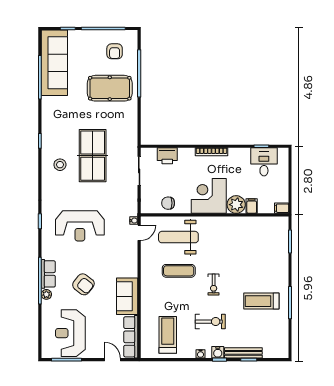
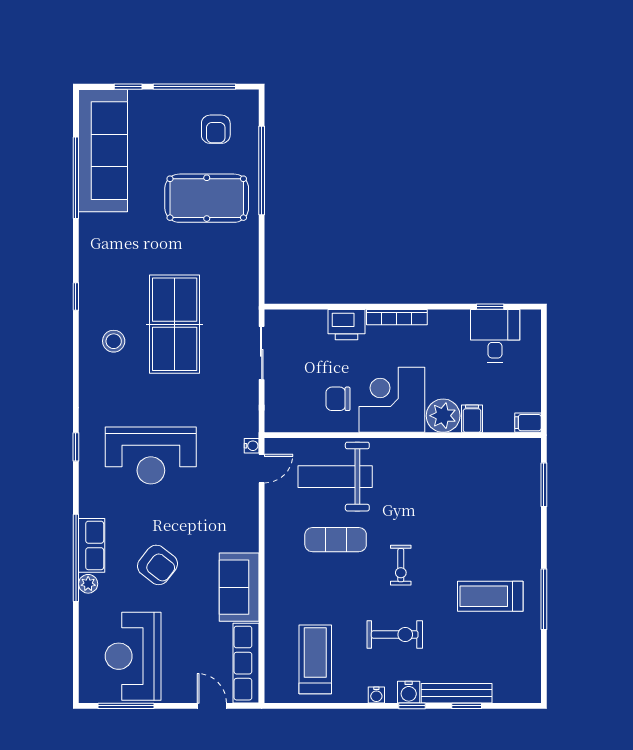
printer: (167, 156) -> (346, 325), moved
chair: (168, 203) -> (338, 399), moved

